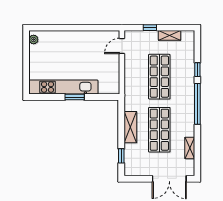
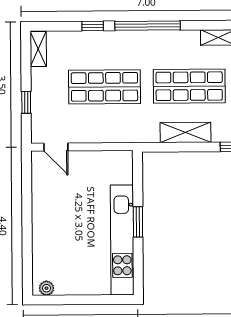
shelving: (170, 35) -> (38, 49), moved

